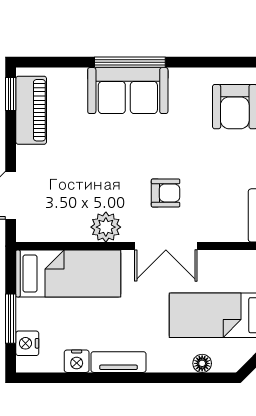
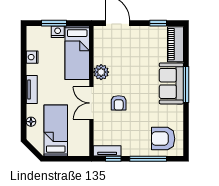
window: (11, 94) -> (158, 23), moved
piano: (31, 110) -> (175, 44), moved, turned 90
nightstand: (27, 343) -> (58, 32), moved
tv unit: (119, 362) -> (32, 90), moved

